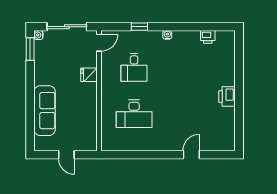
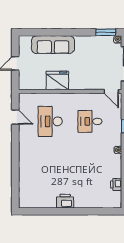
fridge: (89, 75) -> (57, 80), moved, width x1.88, depth x1.34
door: (191, 155) -> (15, 117), moved

